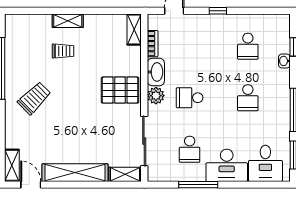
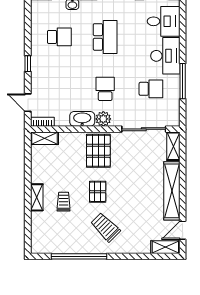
bookcase: (153, 44) -> (42, 122), moved
pallet: (74, 89) -> (98, 192), added
school desk: (190, 98) -> (105, 89), turned 180
school desk: (248, 98) -> (105, 37), width x1.85

